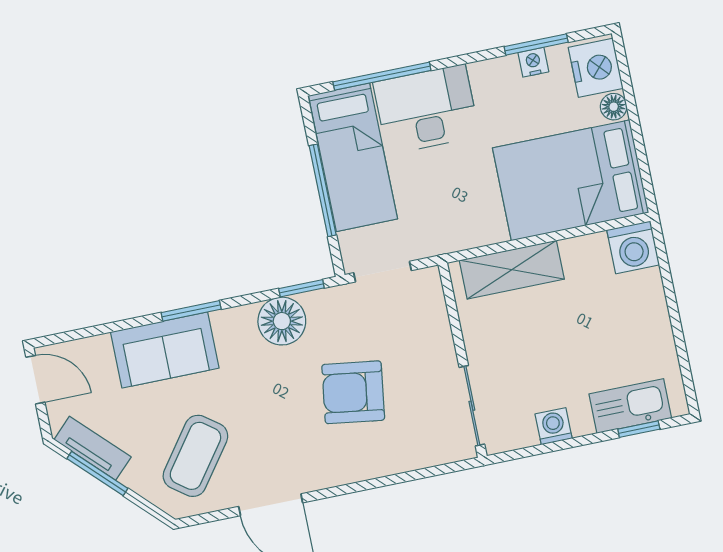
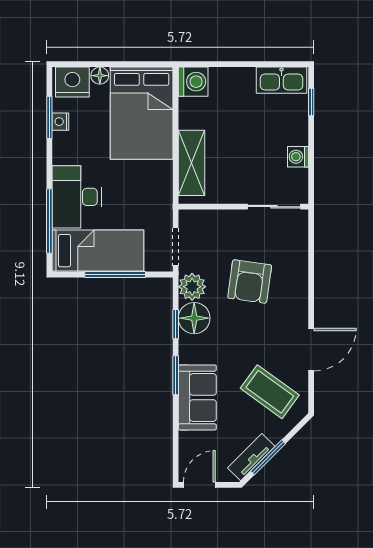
window: (301, 288) -> (176, 324), moved
plant: (328, 308) -> (192, 287), added
kitchen sink: (630, 406) -> (281, 80), moved, turned -90

